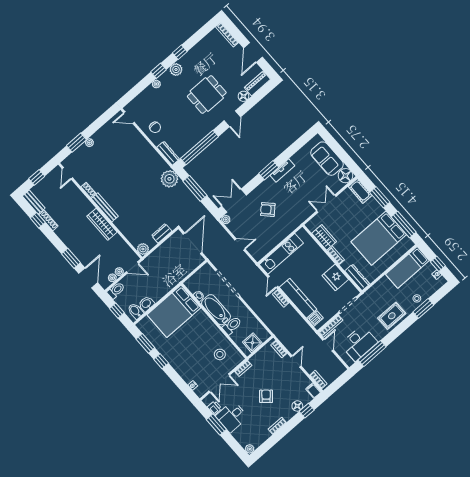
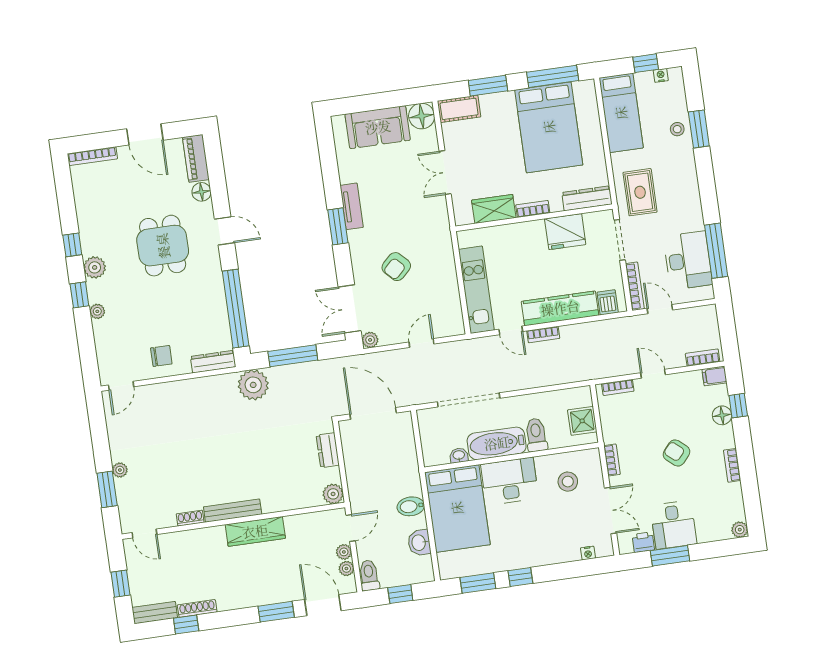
bidet: (135, 311) -> (411, 506), moved
rug: (392, 316) -> (640, 192), moved
desk: (202, 327) -> (510, 481), added

